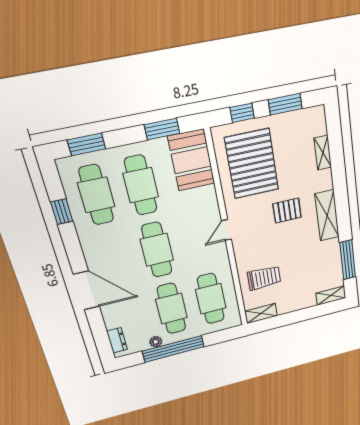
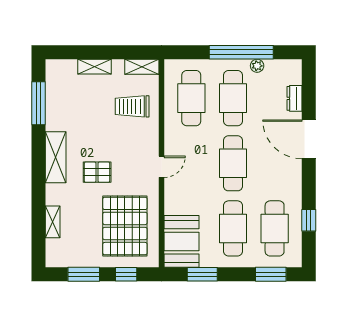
shelving: (331, 295) -> (95, 67), moved
dresser: (117, 340) -> (294, 98), moved

